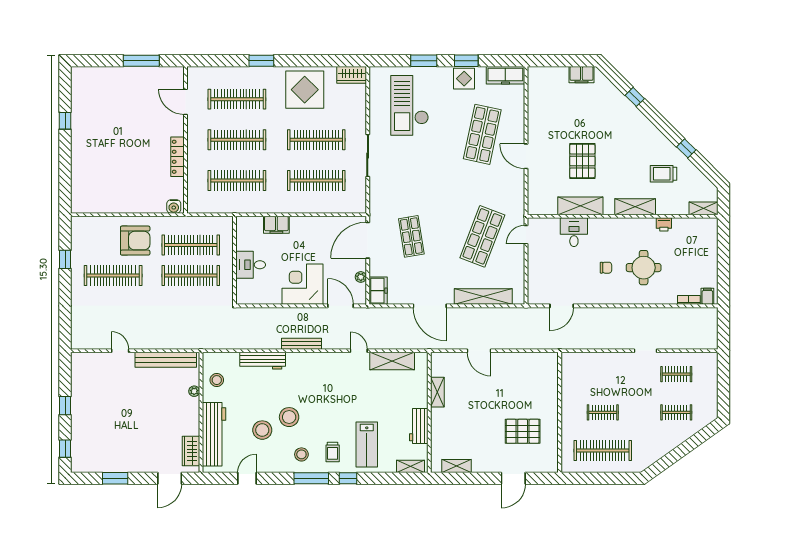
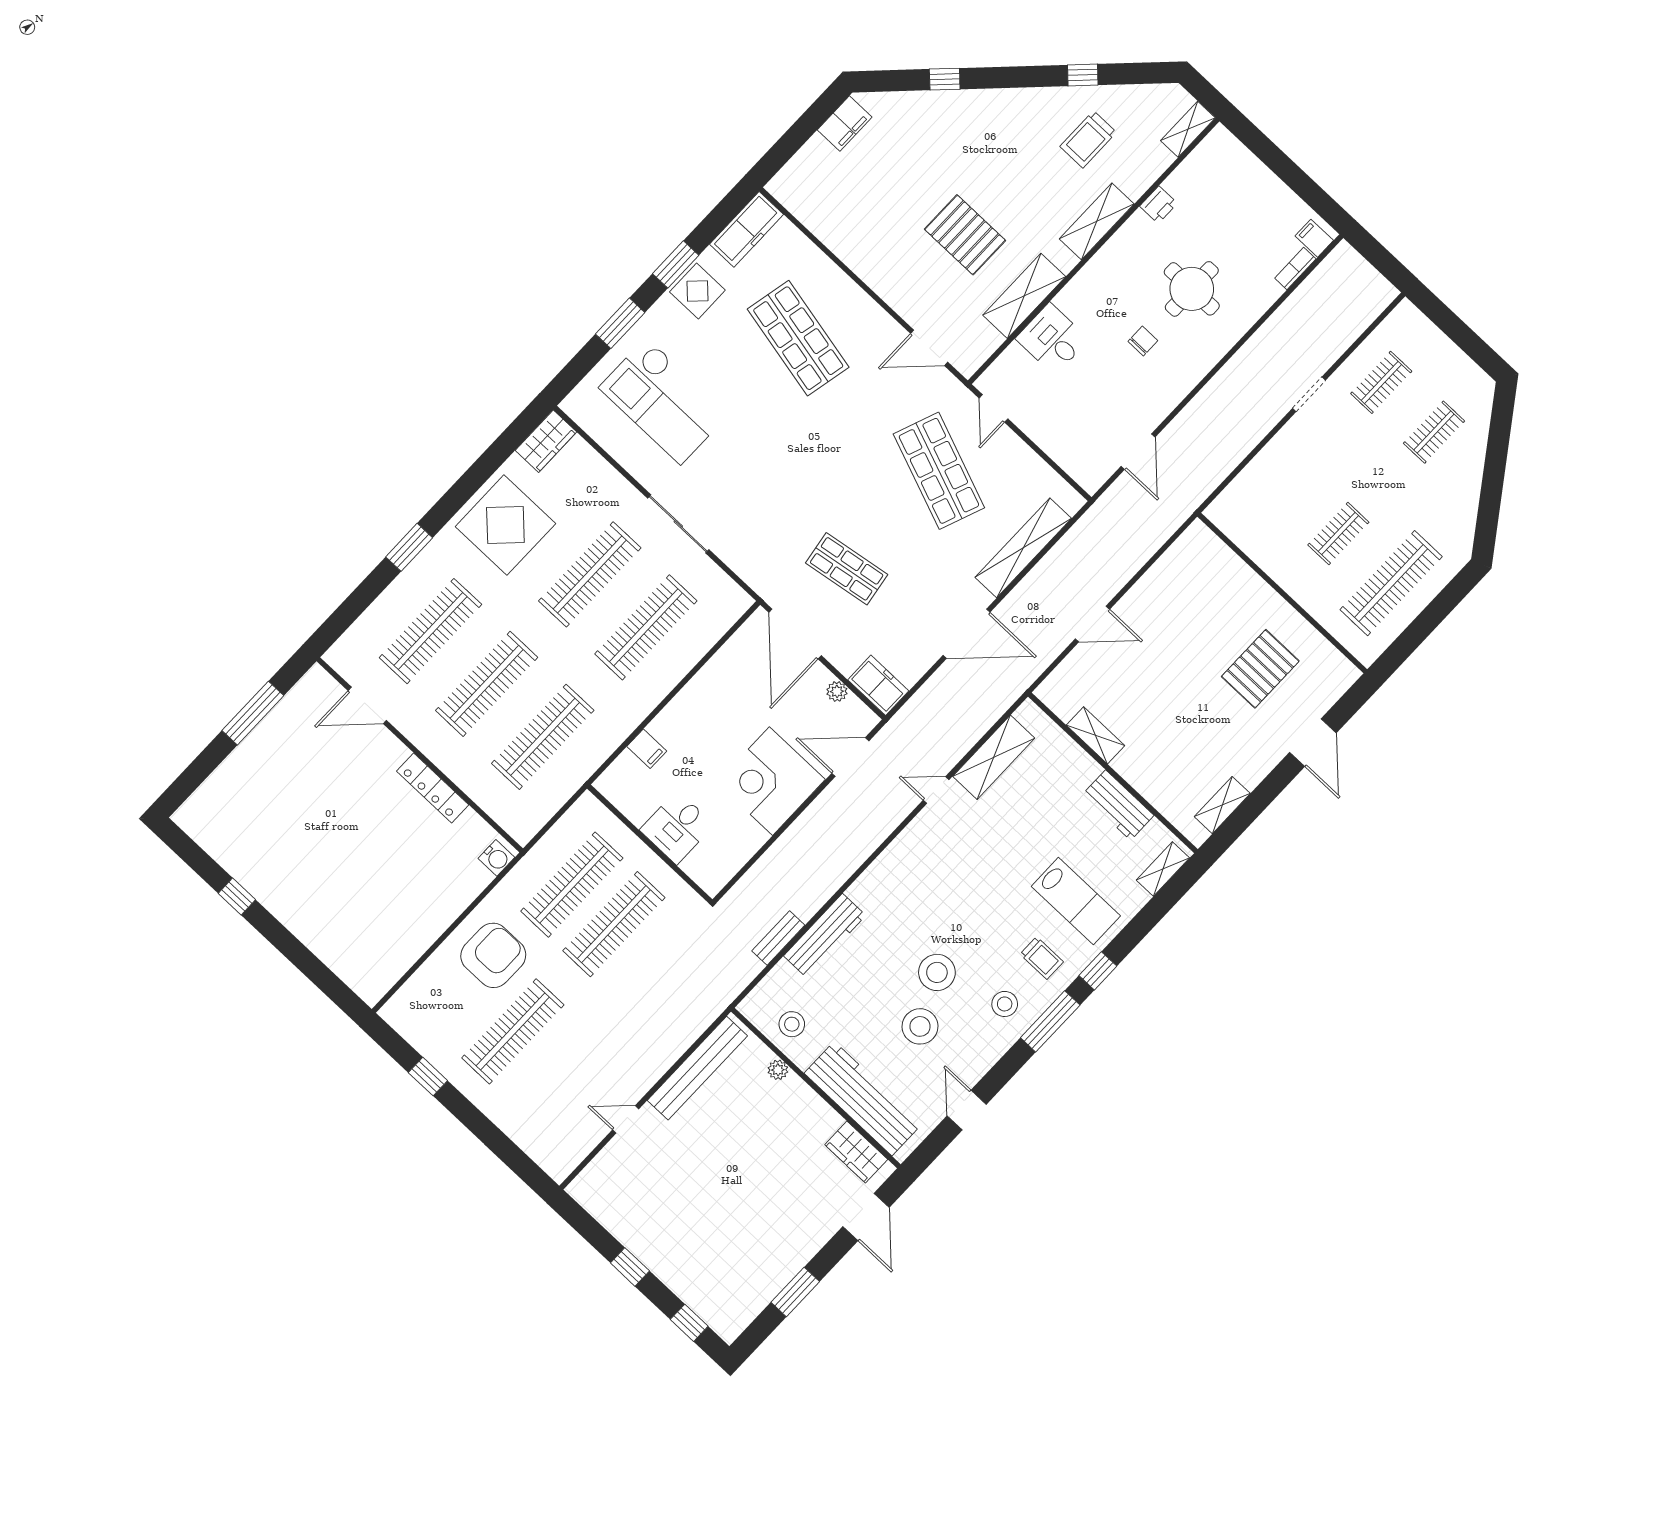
door: (526, 156) -> (929, 348), moved
filing cabinet: (276, 225) -> (647, 749), width x0.50
bench: (301, 344) -> (778, 938), moved, width x0.73

